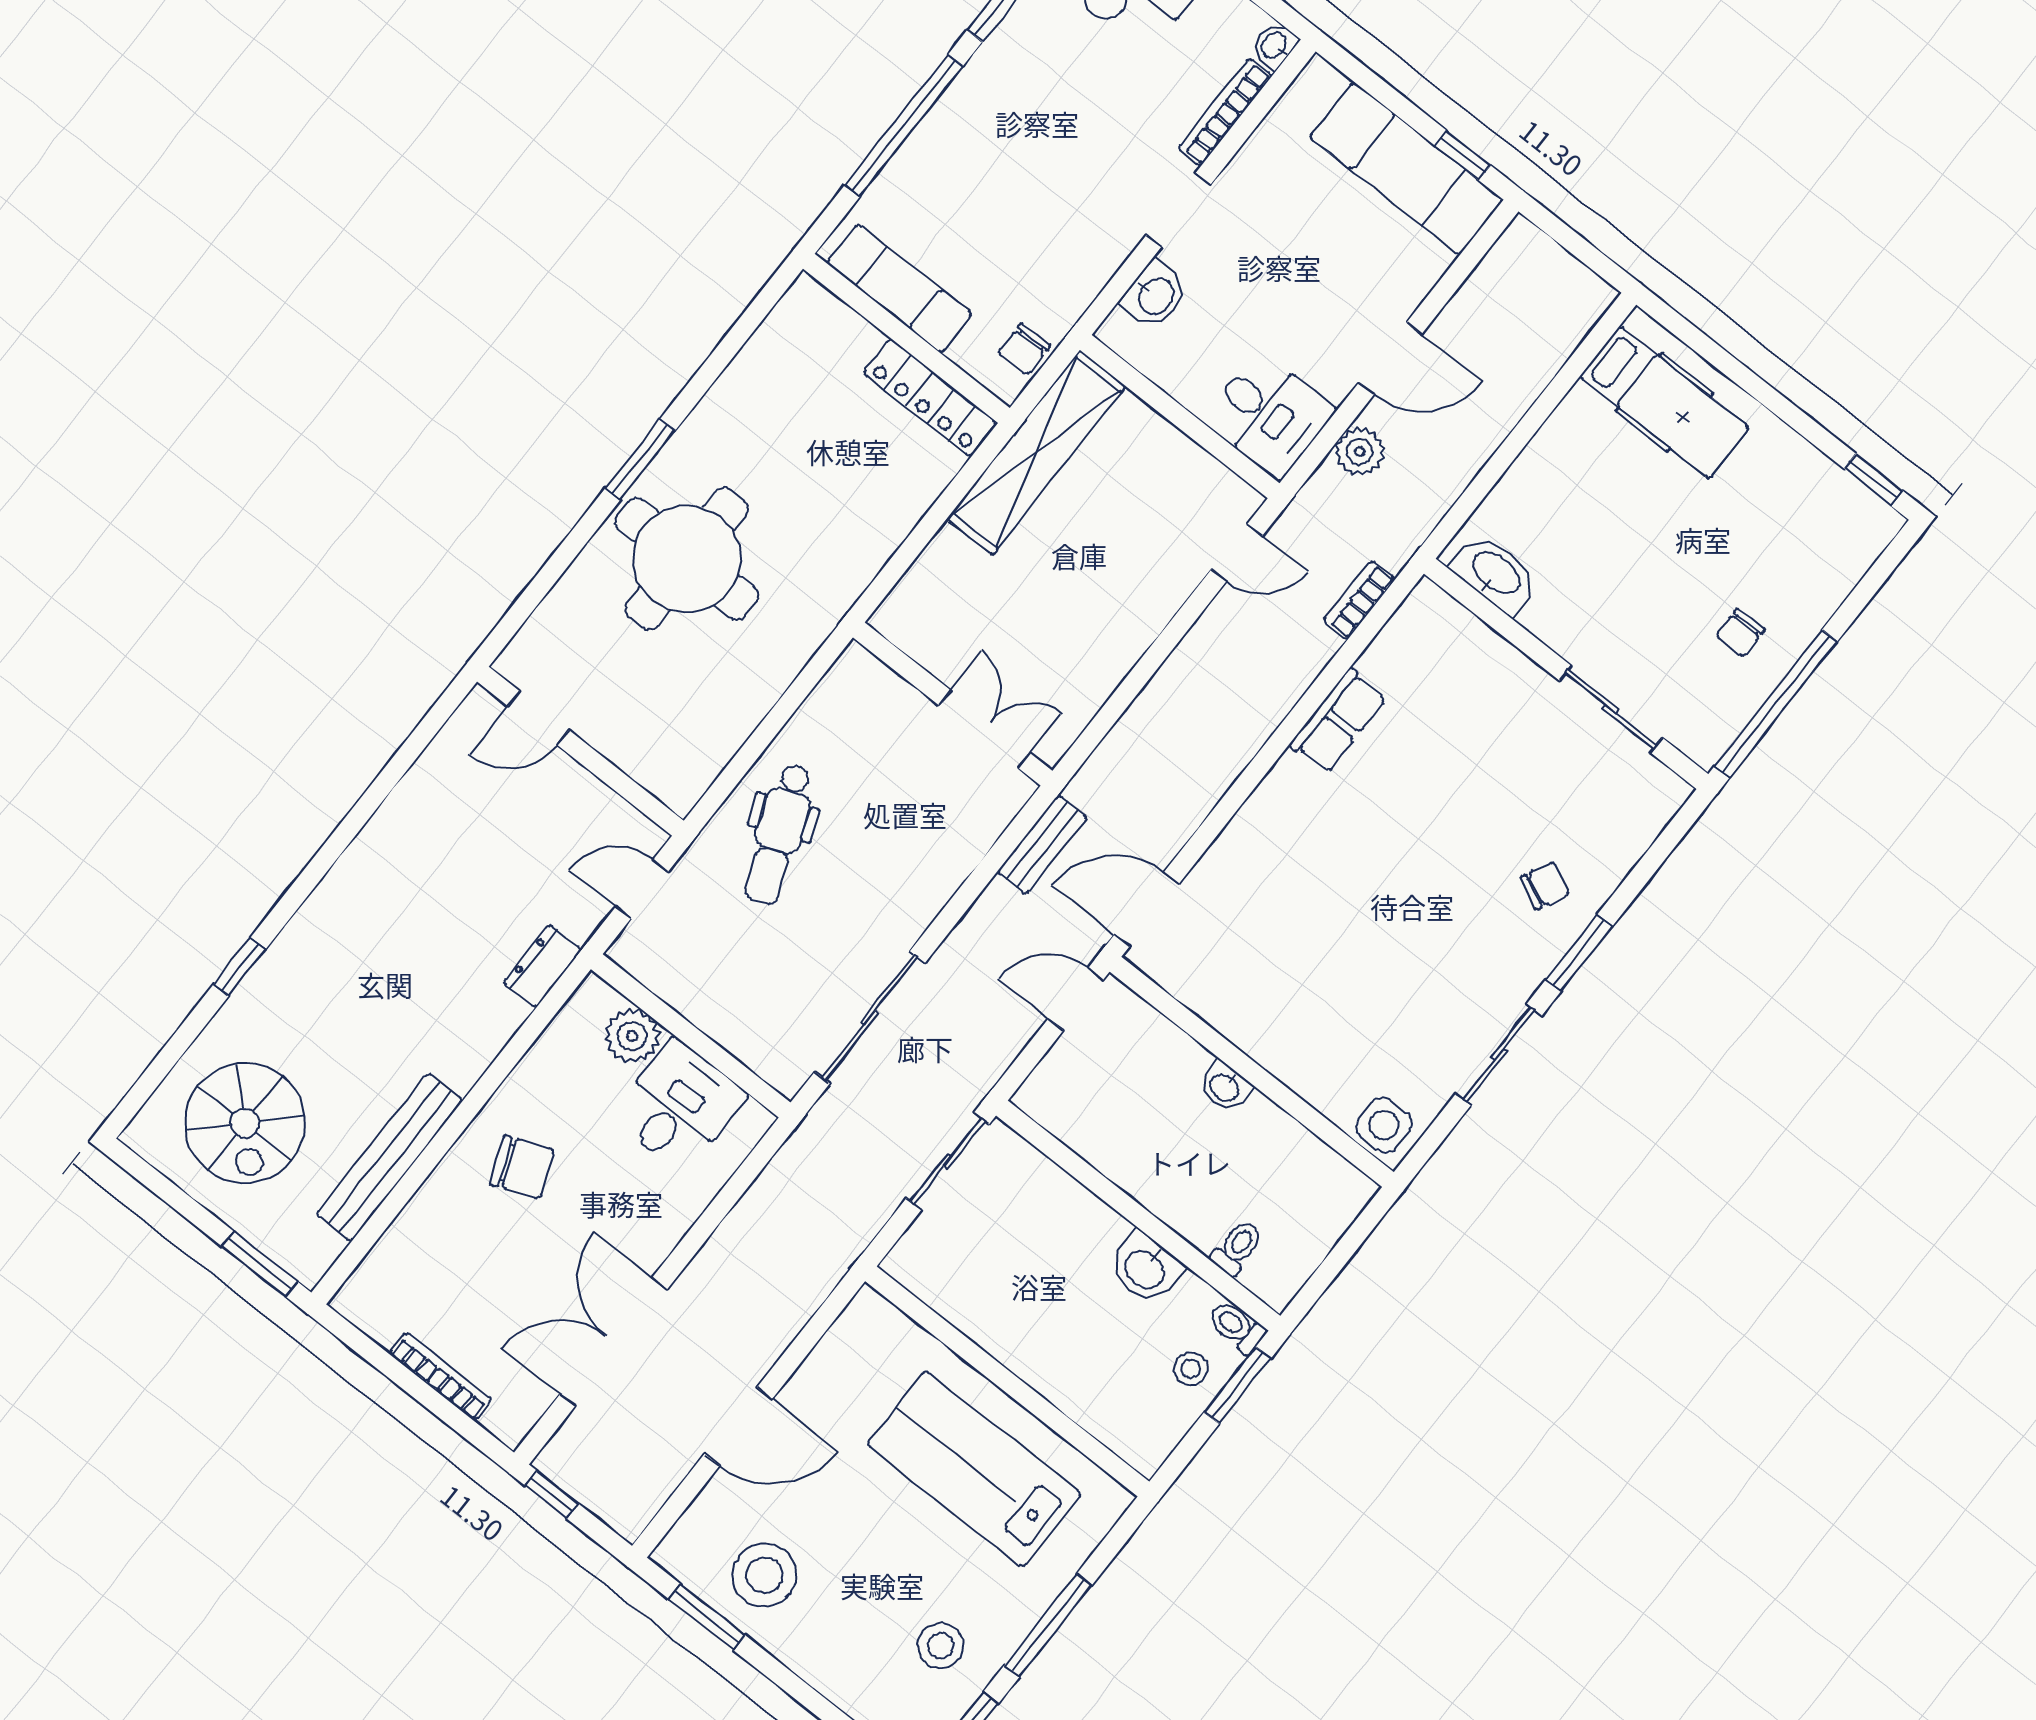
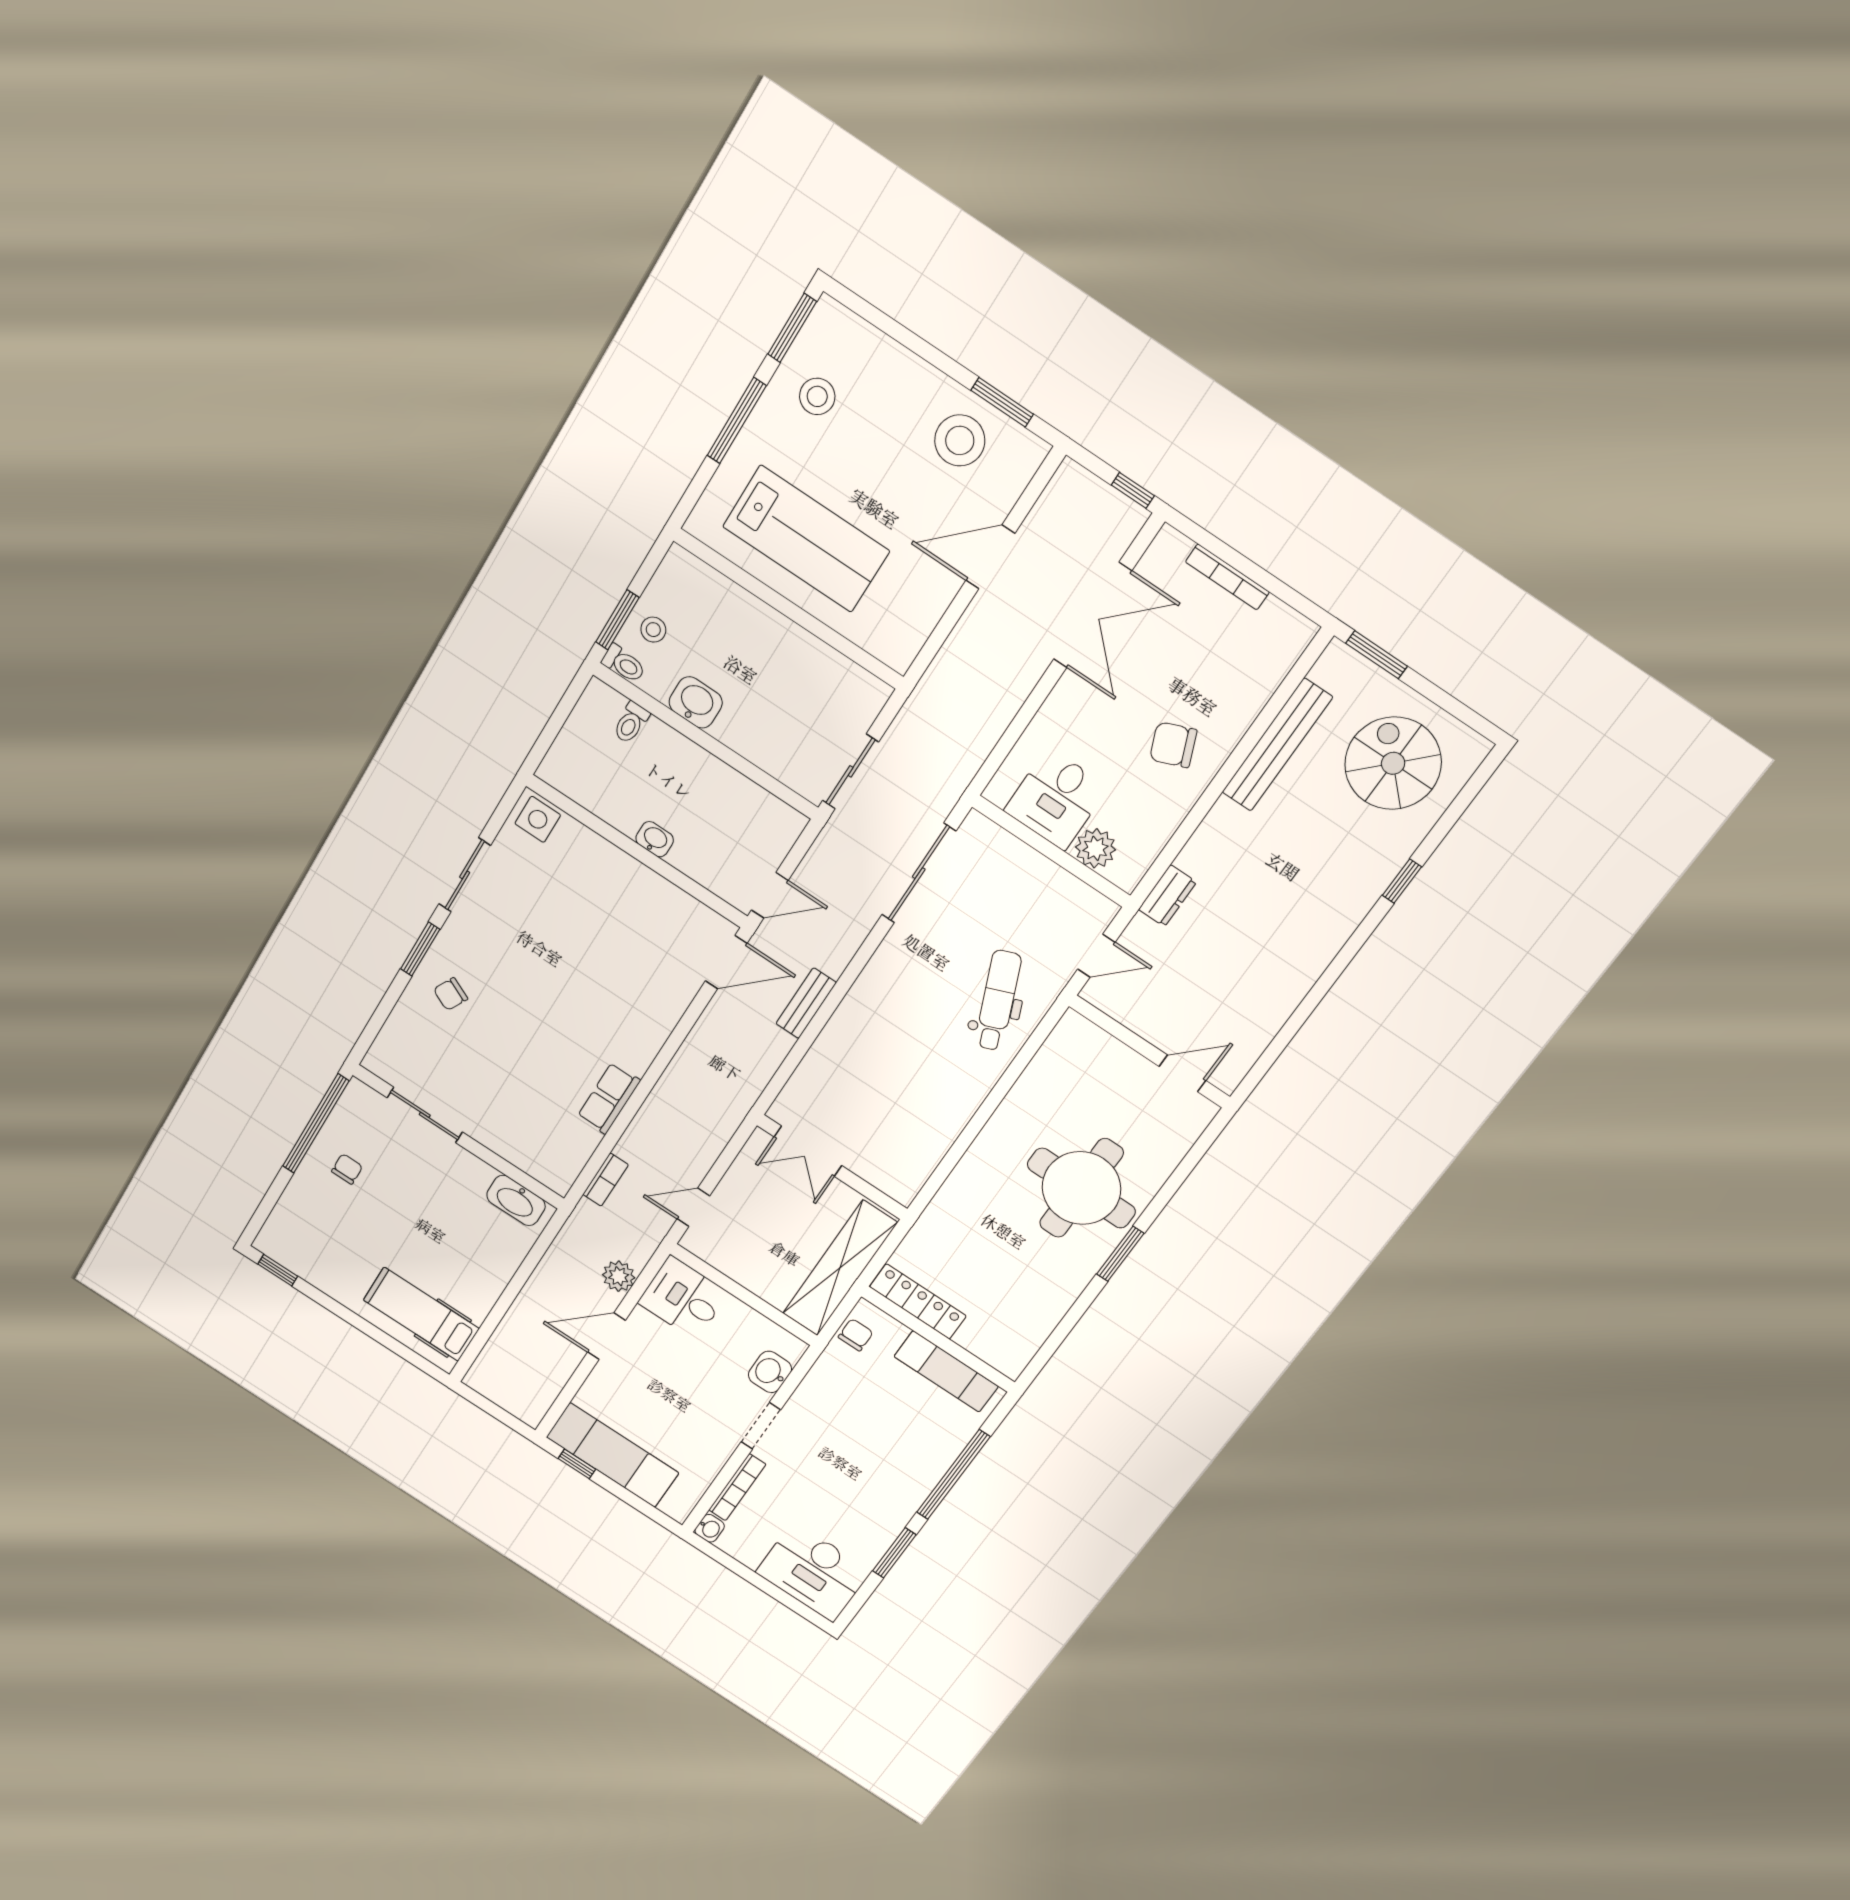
wall: (953, 704) -> (832, 1167), moved
double door: (984, 729) -> (808, 1151), moved

